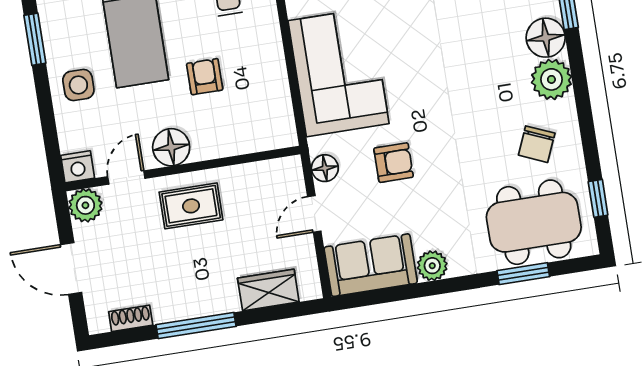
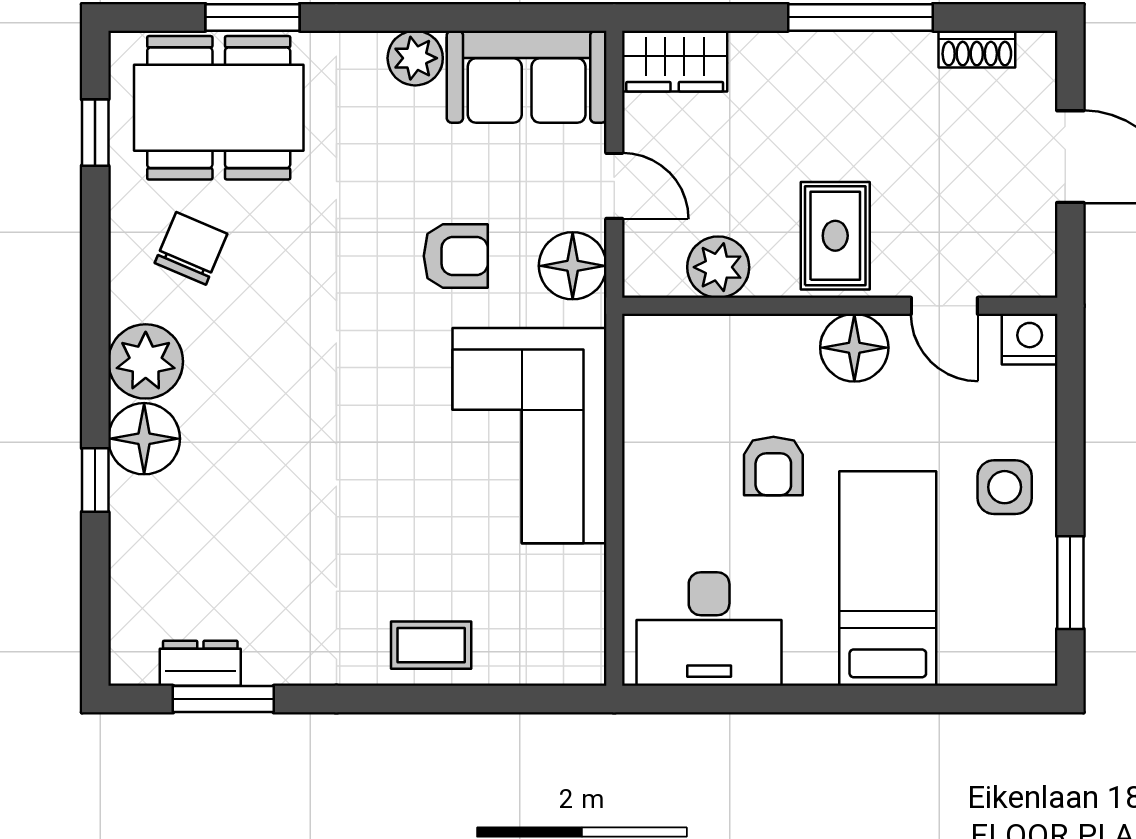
armchair: (394, 163) -> (456, 256), turned 180
floor lamp: (325, 168) -> (573, 266), width x1.38, depth x1.38
door: (126, 177) -> (944, 306), hinge flipped
plant: (85, 205) -> (718, 267), moved
rug: (191, 206) -> (835, 236), turned 90
door: (314, 214) -> (614, 186), hinge flipped
wardrobe: (268, 290) -> (675, 61), moved

